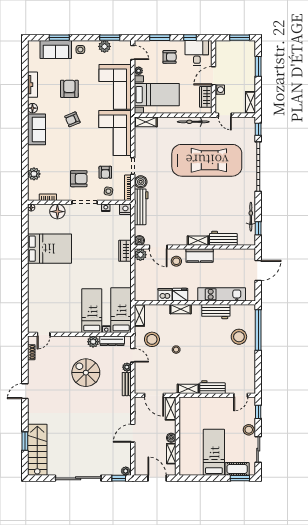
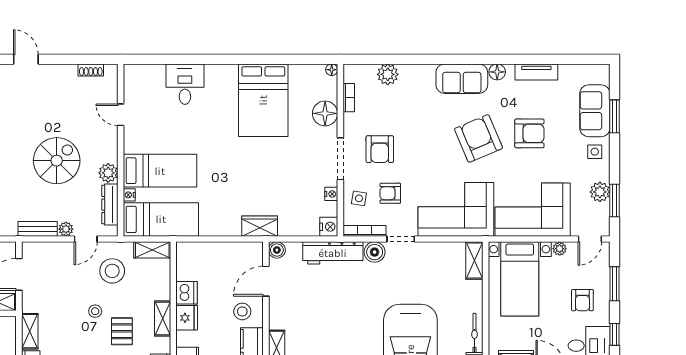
armchair: (72, 119) -> (478, 138), width x1.88, depth x1.88
plant: (140, 255) -> (253, 252), removed
desk: (40, 296) -> (185, 84), added
door: (44, 334) -> (121, 115), moved
pallet: (188, 334) -> (122, 331), added

